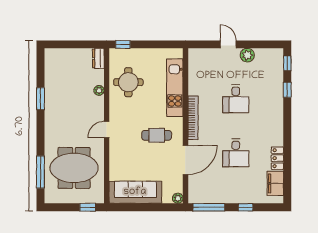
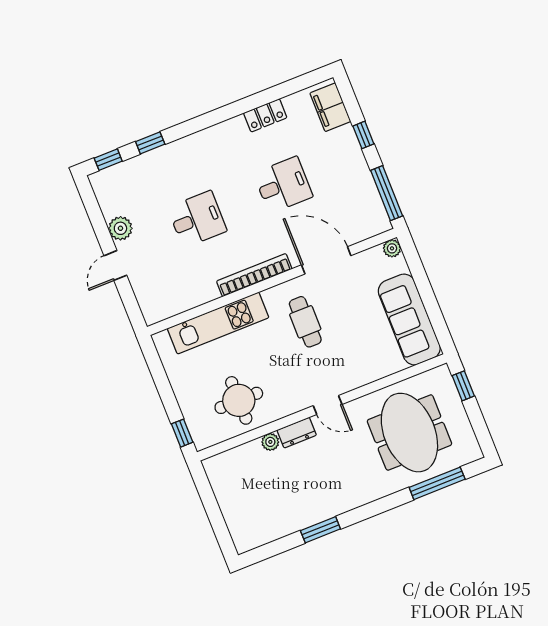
dresser: (98, 58) -> (297, 433), moved
filing cabinet: (275, 183) -> (330, 107), moved, turned 90

